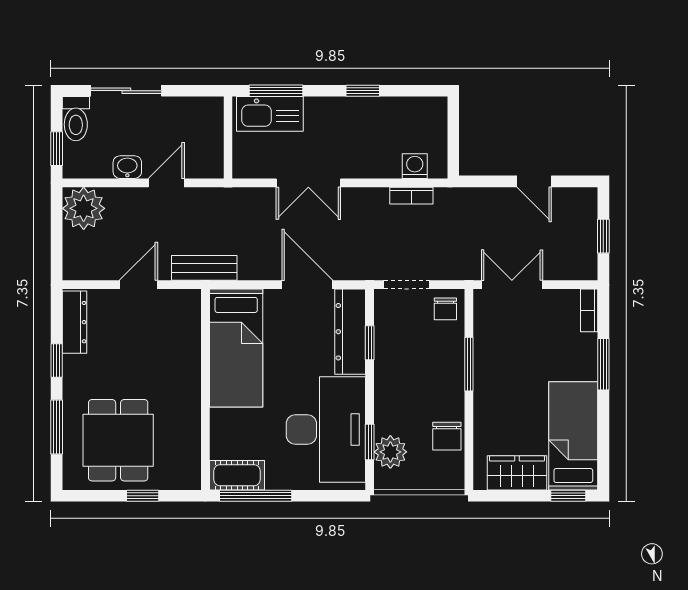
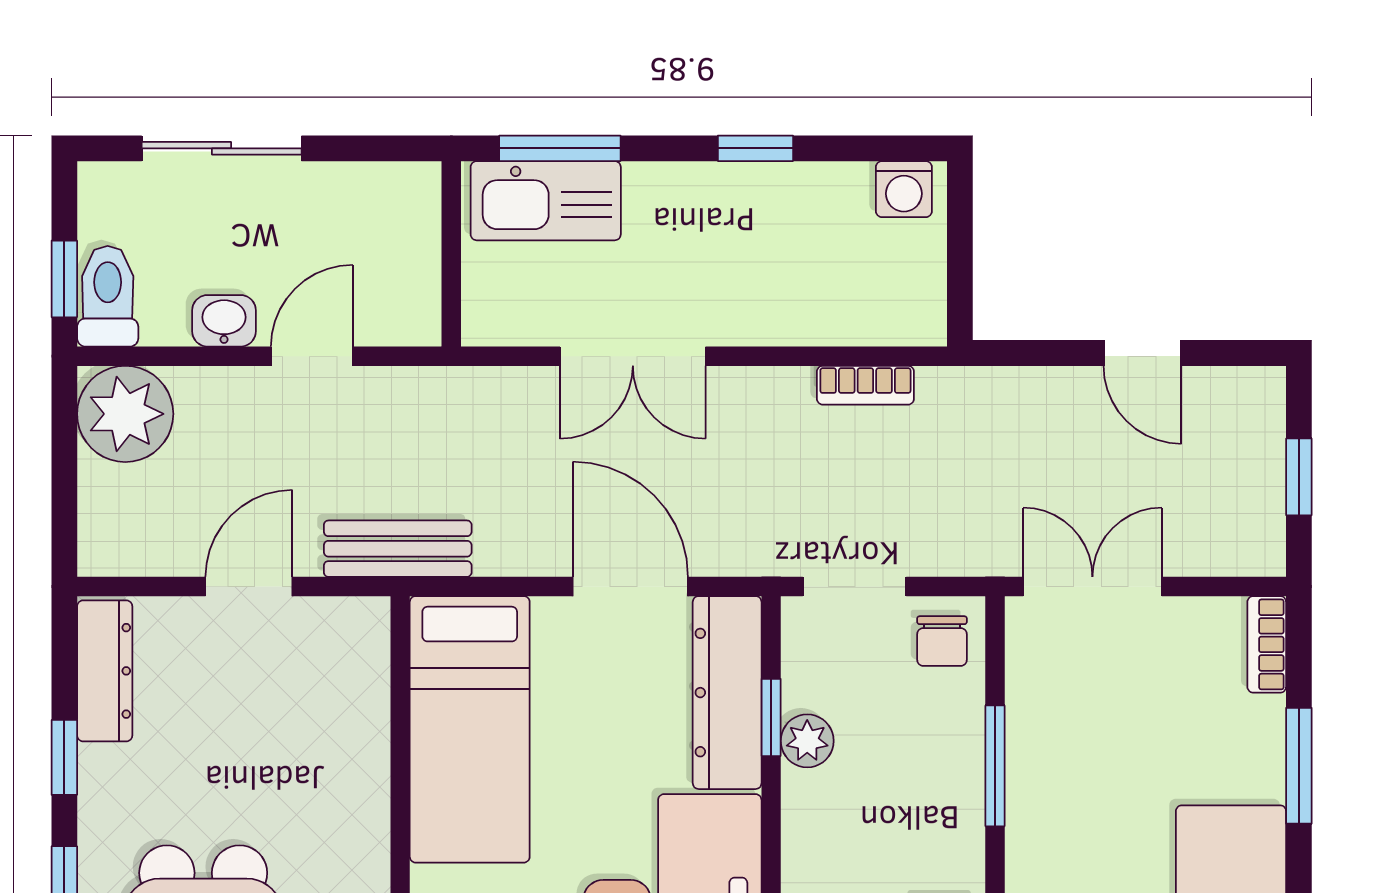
toilet: (76, 119) -> (108, 296), moved, turned 180
washing machine: (415, 166) -> (904, 189), moved, turned 180
plant: (386, 353) -> (807, 741), added

